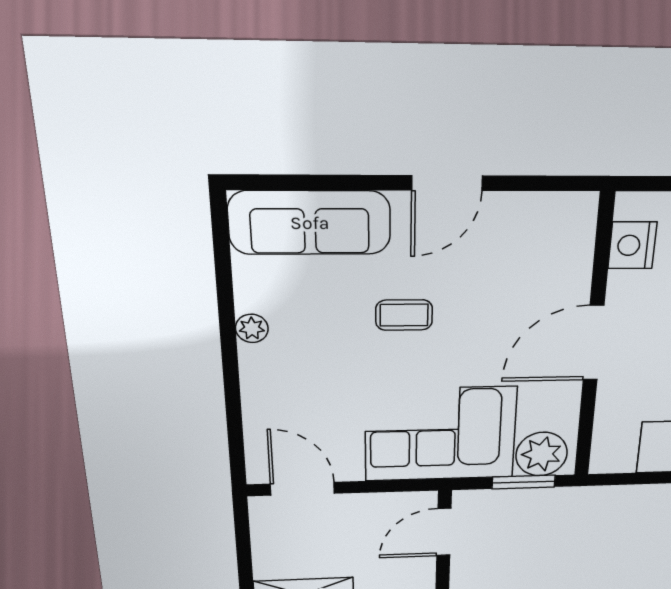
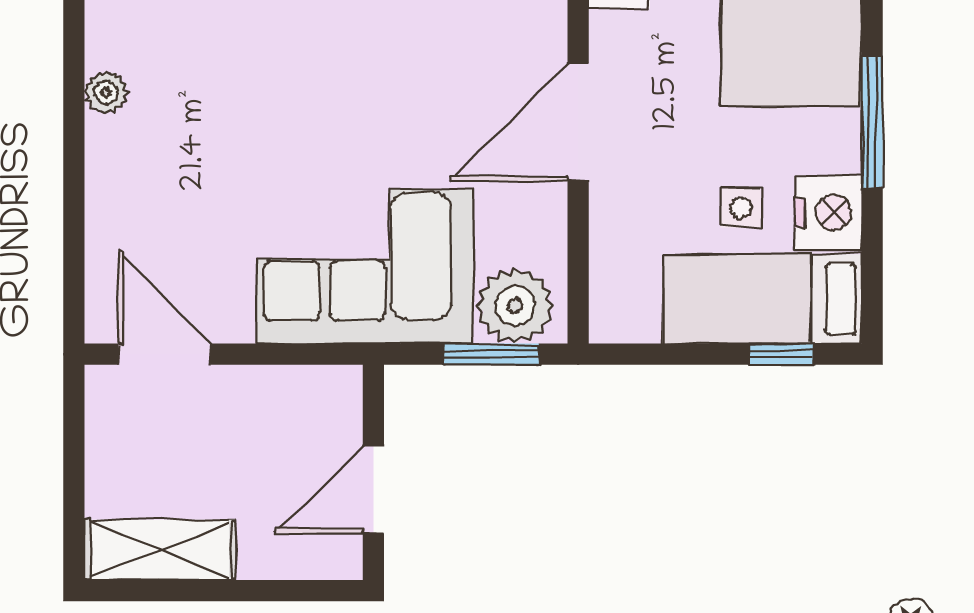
coffee table: (404, 315) -> (311, 75), removed
door: (444, 532) -> (373, 490), moved

